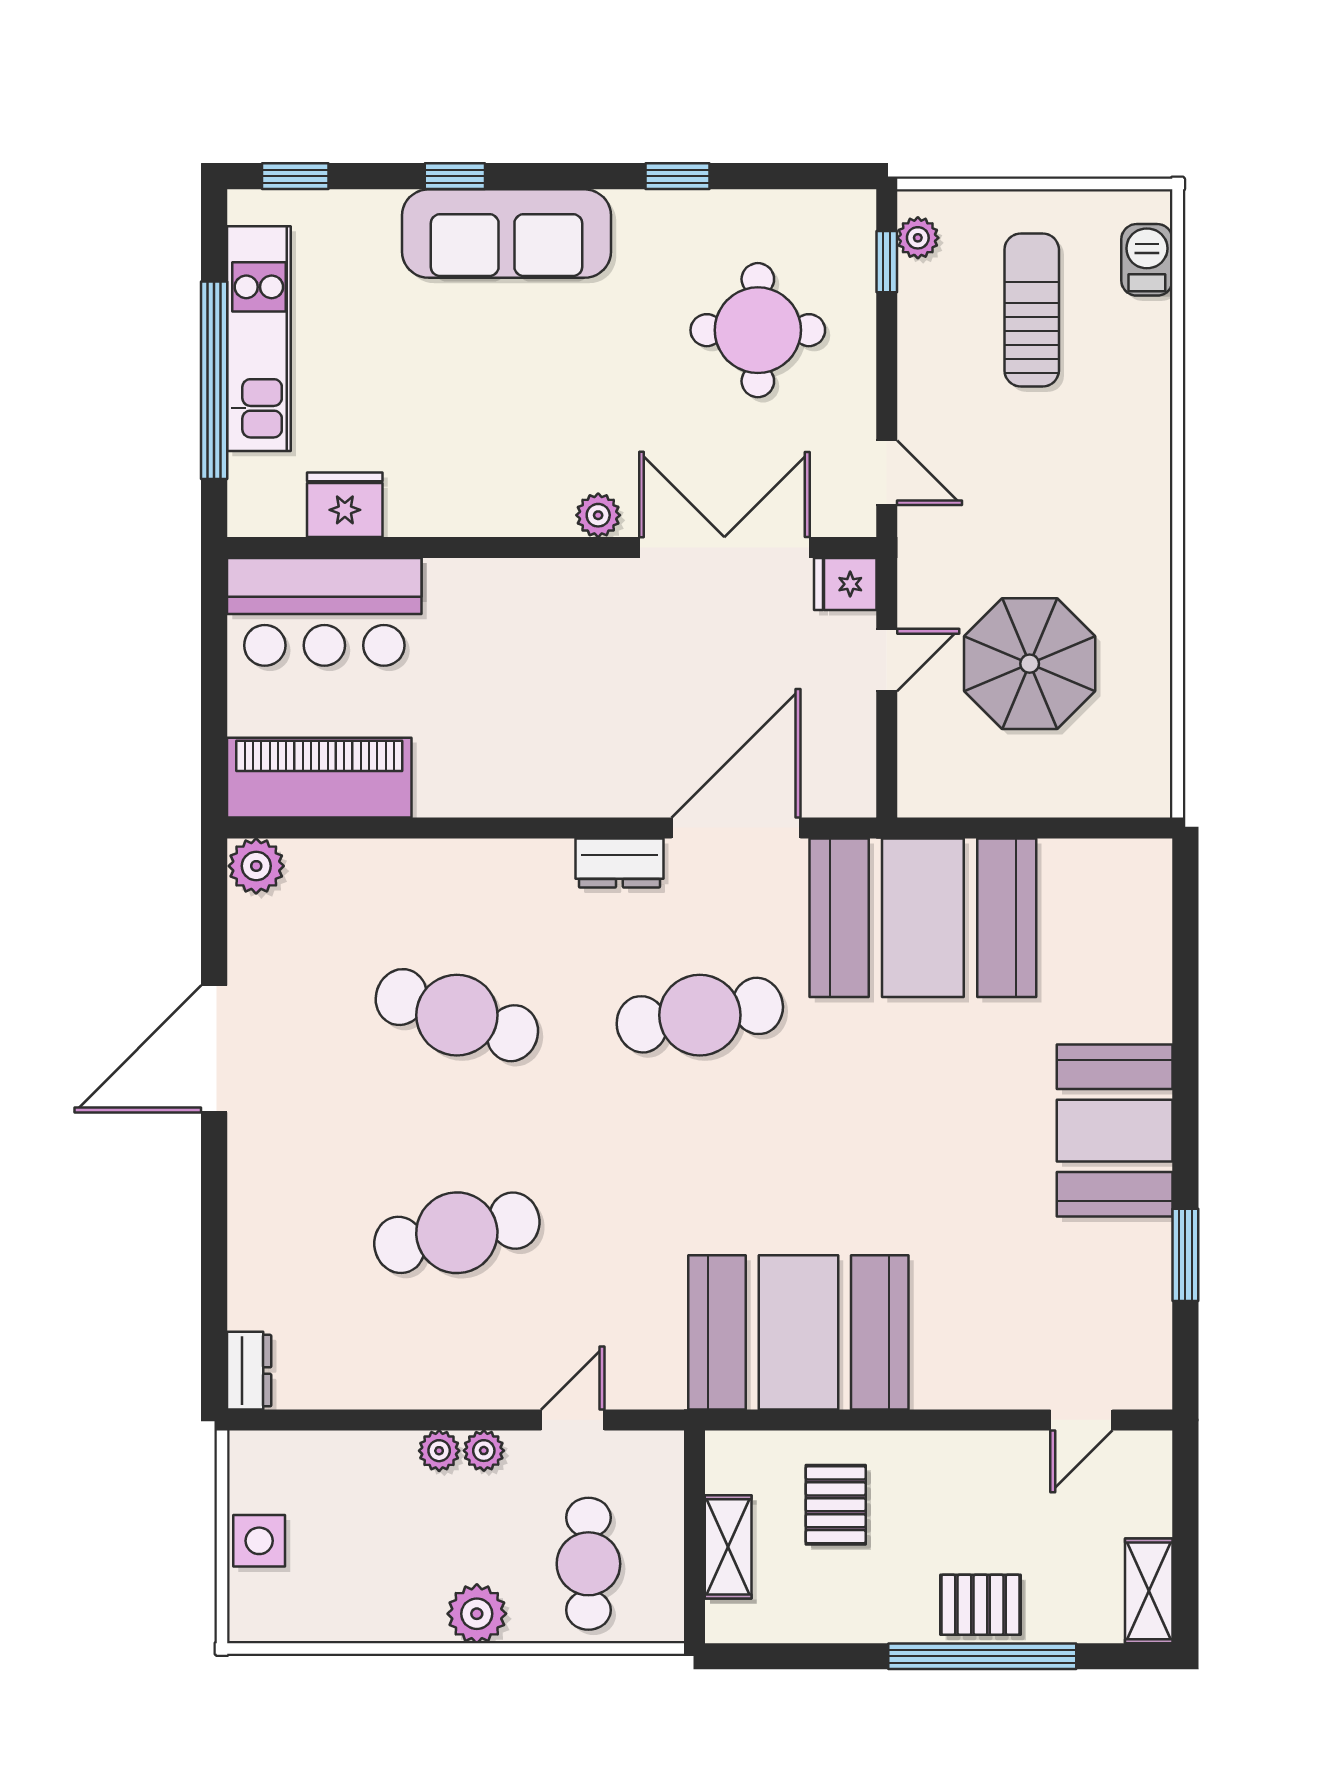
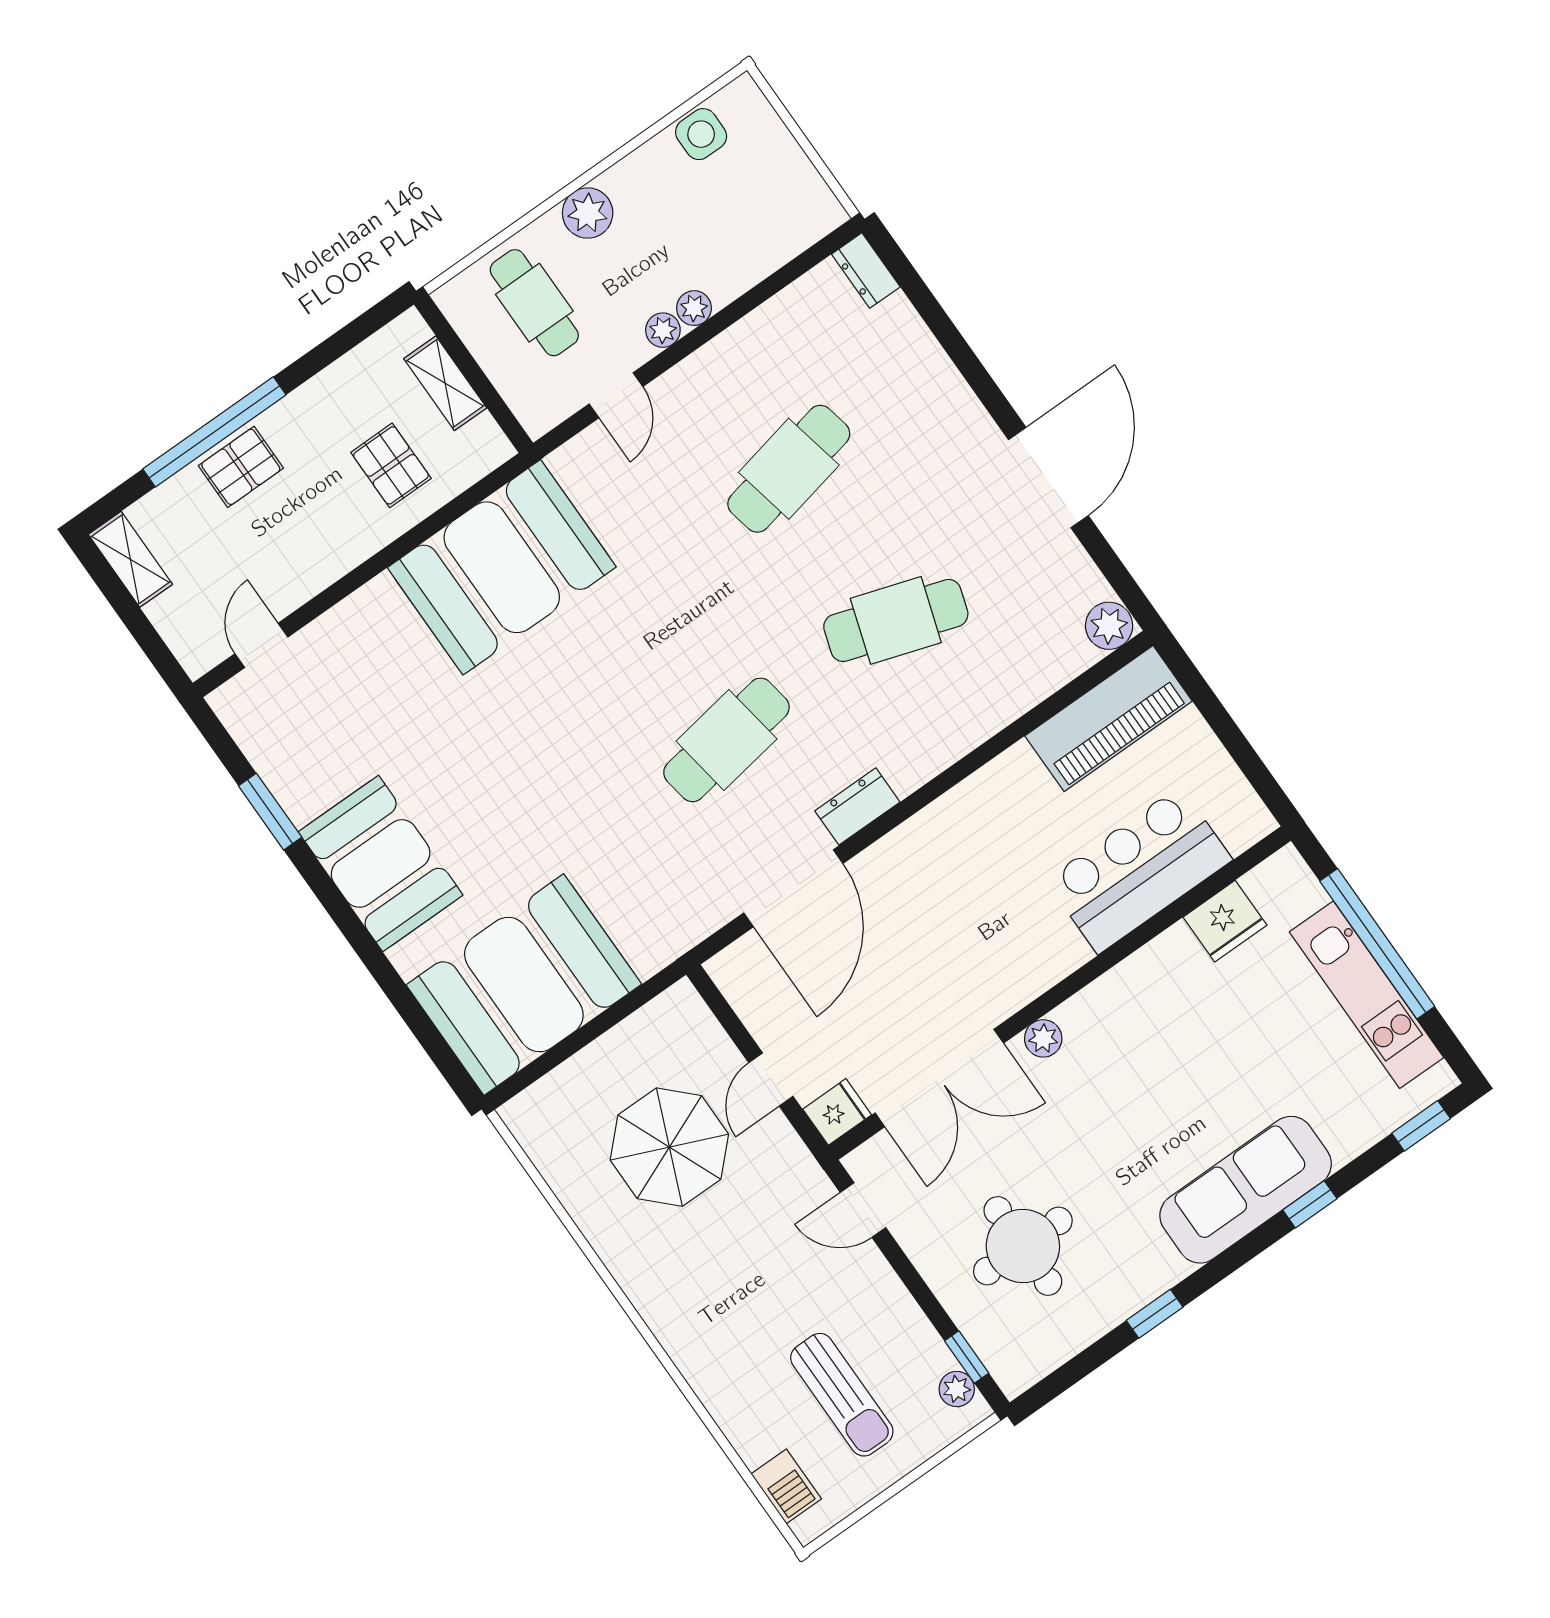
bar counter: (324, 612) -> (1139, 870), moved
booth: (923, 918) -> (524, 985), moved
side table: (259, 1541) -> (701, 134), moved

